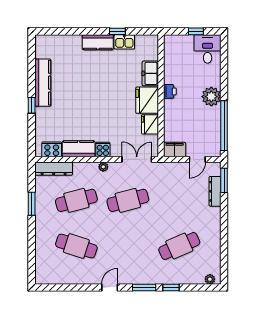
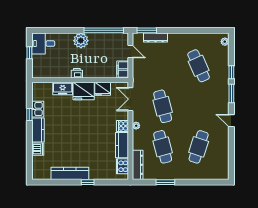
dishwasher: (74, 42) -> (38, 149), added

